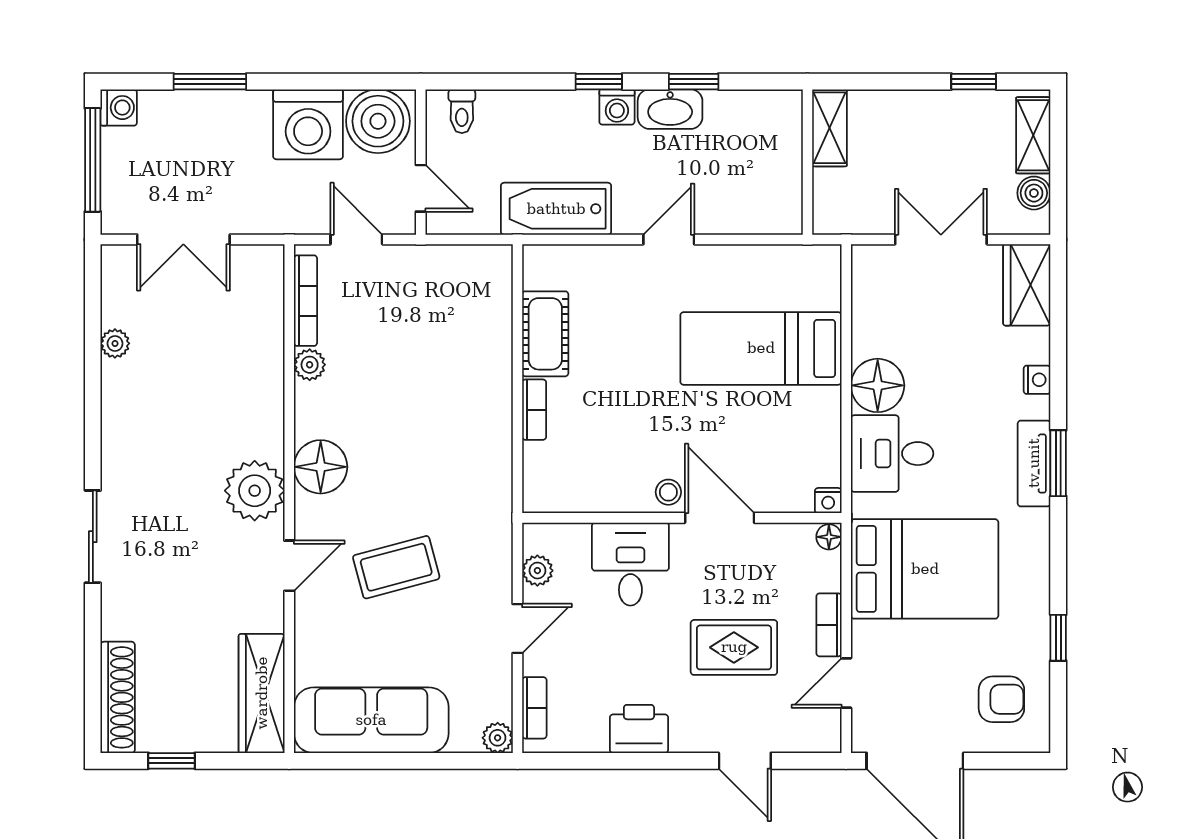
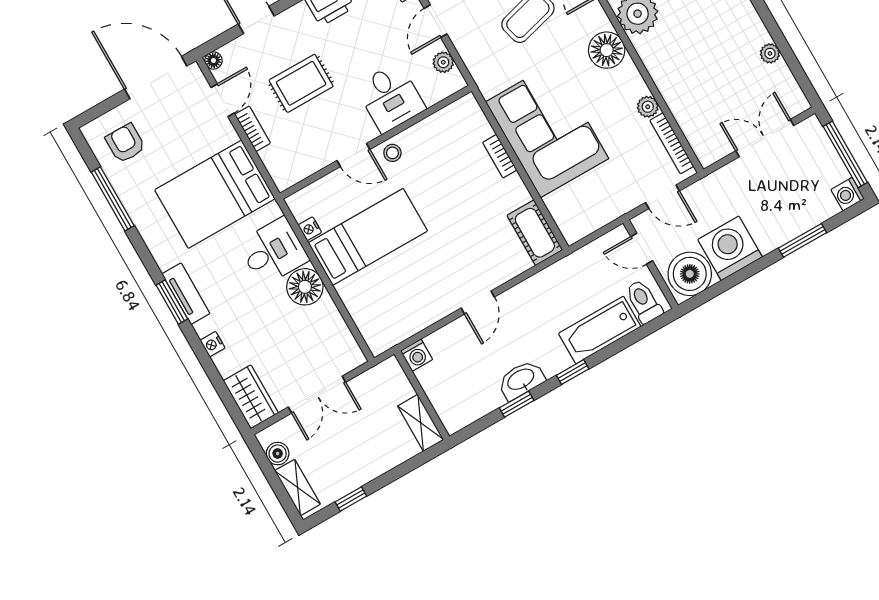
washing machine: (617, 107) -> (416, 355), moved, turned 180
toilet: (462, 111) -> (644, 301), width x1.37, depth x1.39
bathtub: (556, 209) -> (600, 330), moved, turned 180
cot: (545, 334) -> (535, 233), moved
bed: (761, 348) -> (368, 237), moved
corner sofa: (455, 408) -> (547, 130), added
nightstand: (828, 501) -> (310, 229), moved, turned -90
door: (720, 518) -> (353, 155), width x0.73
floor lamp: (829, 537) -> (213, 60), moved
window: (1058, 638) -> (113, 199), width x2.17
armchair: (1001, 699) -> (125, 143), turned 90

